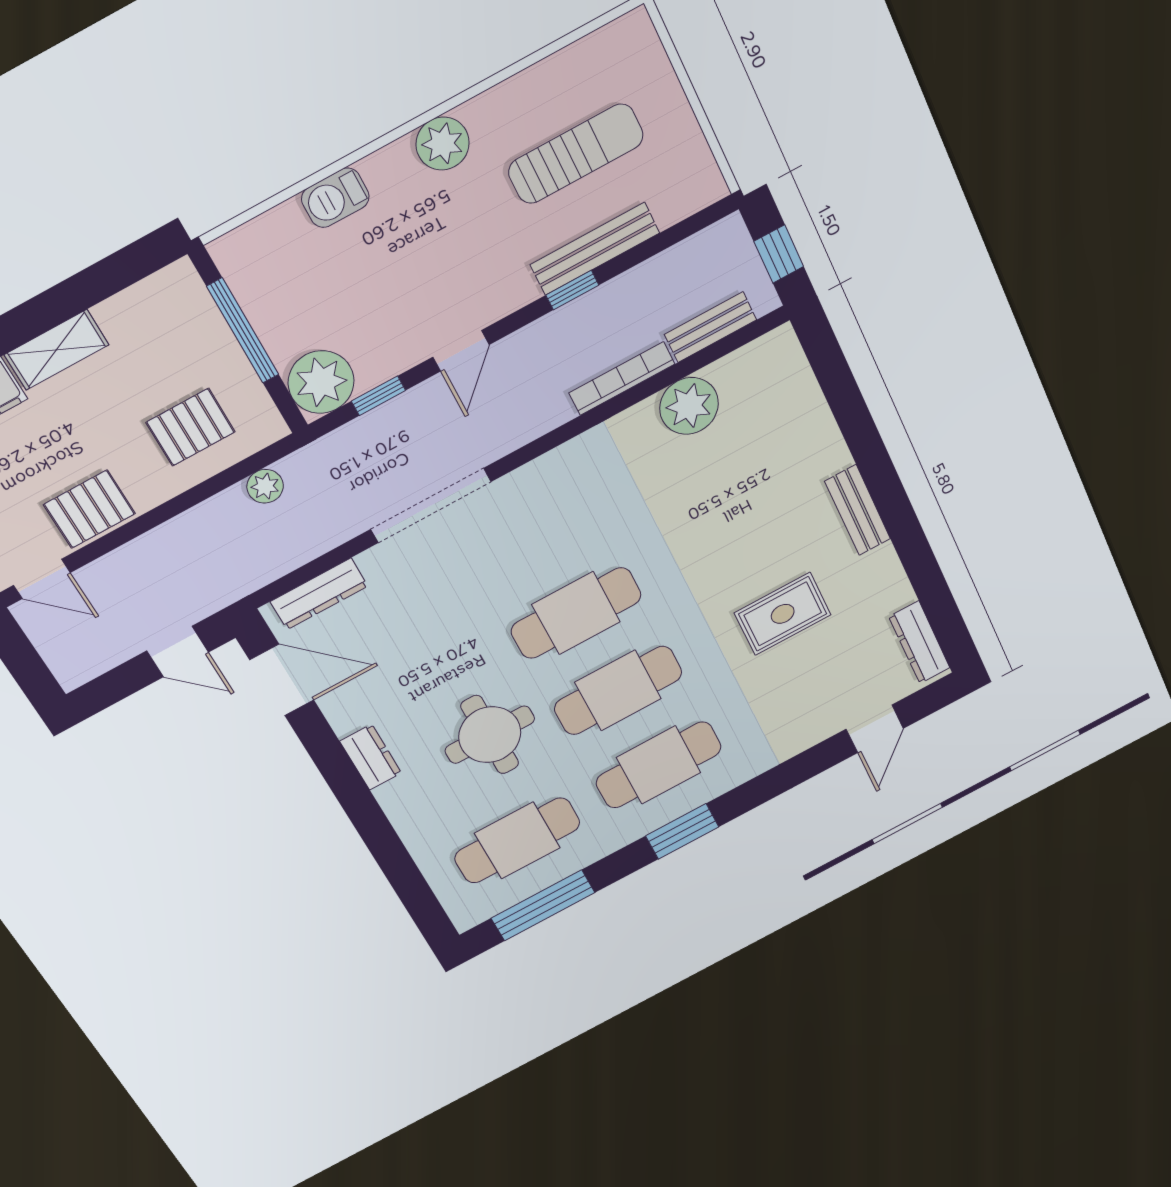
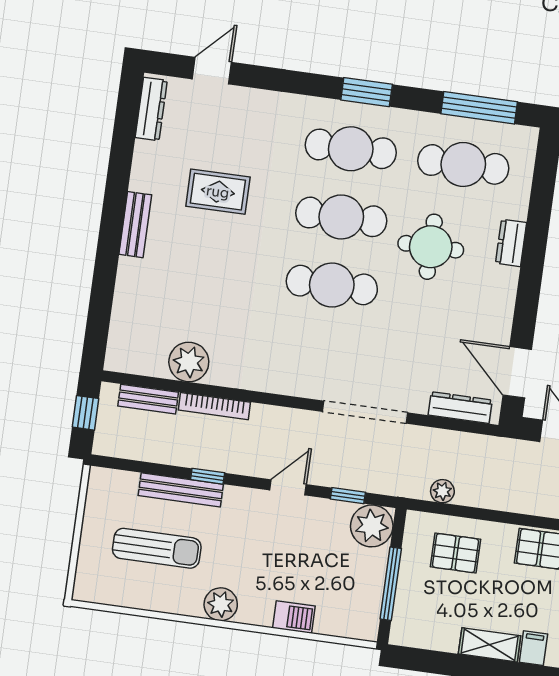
sun lounger: (576, 154) -> (157, 548), turned 180
dresser: (371, 757) -> (511, 243), moved

